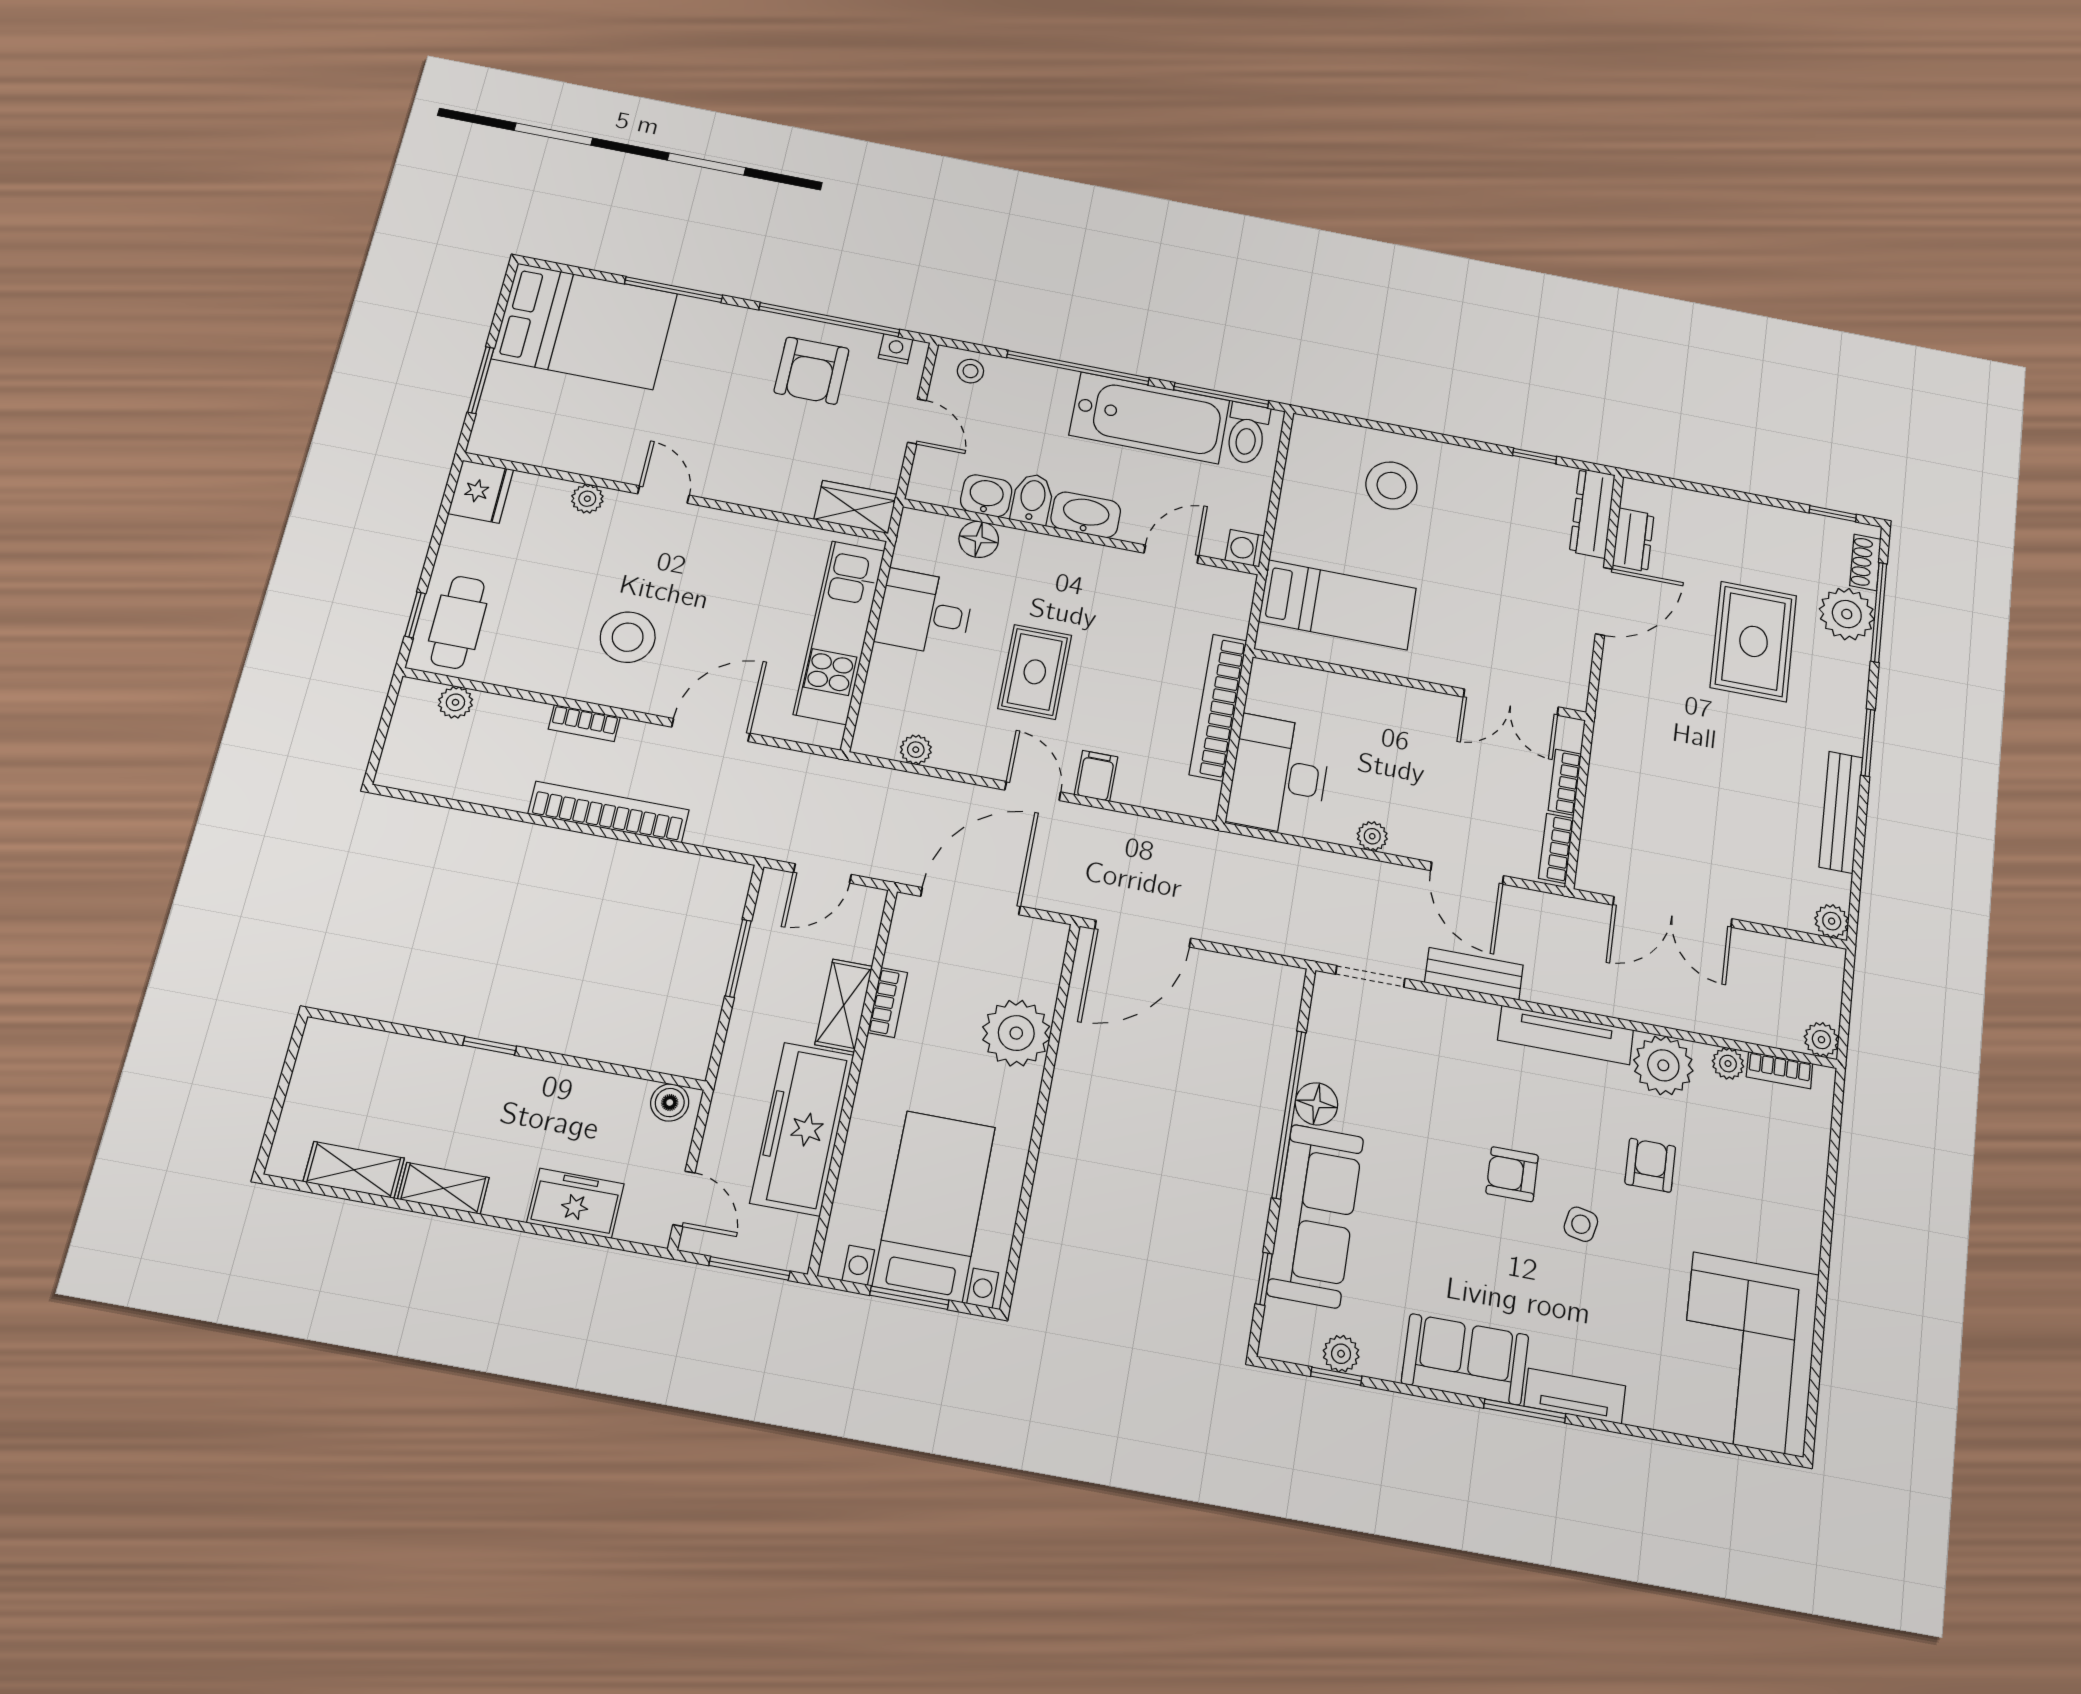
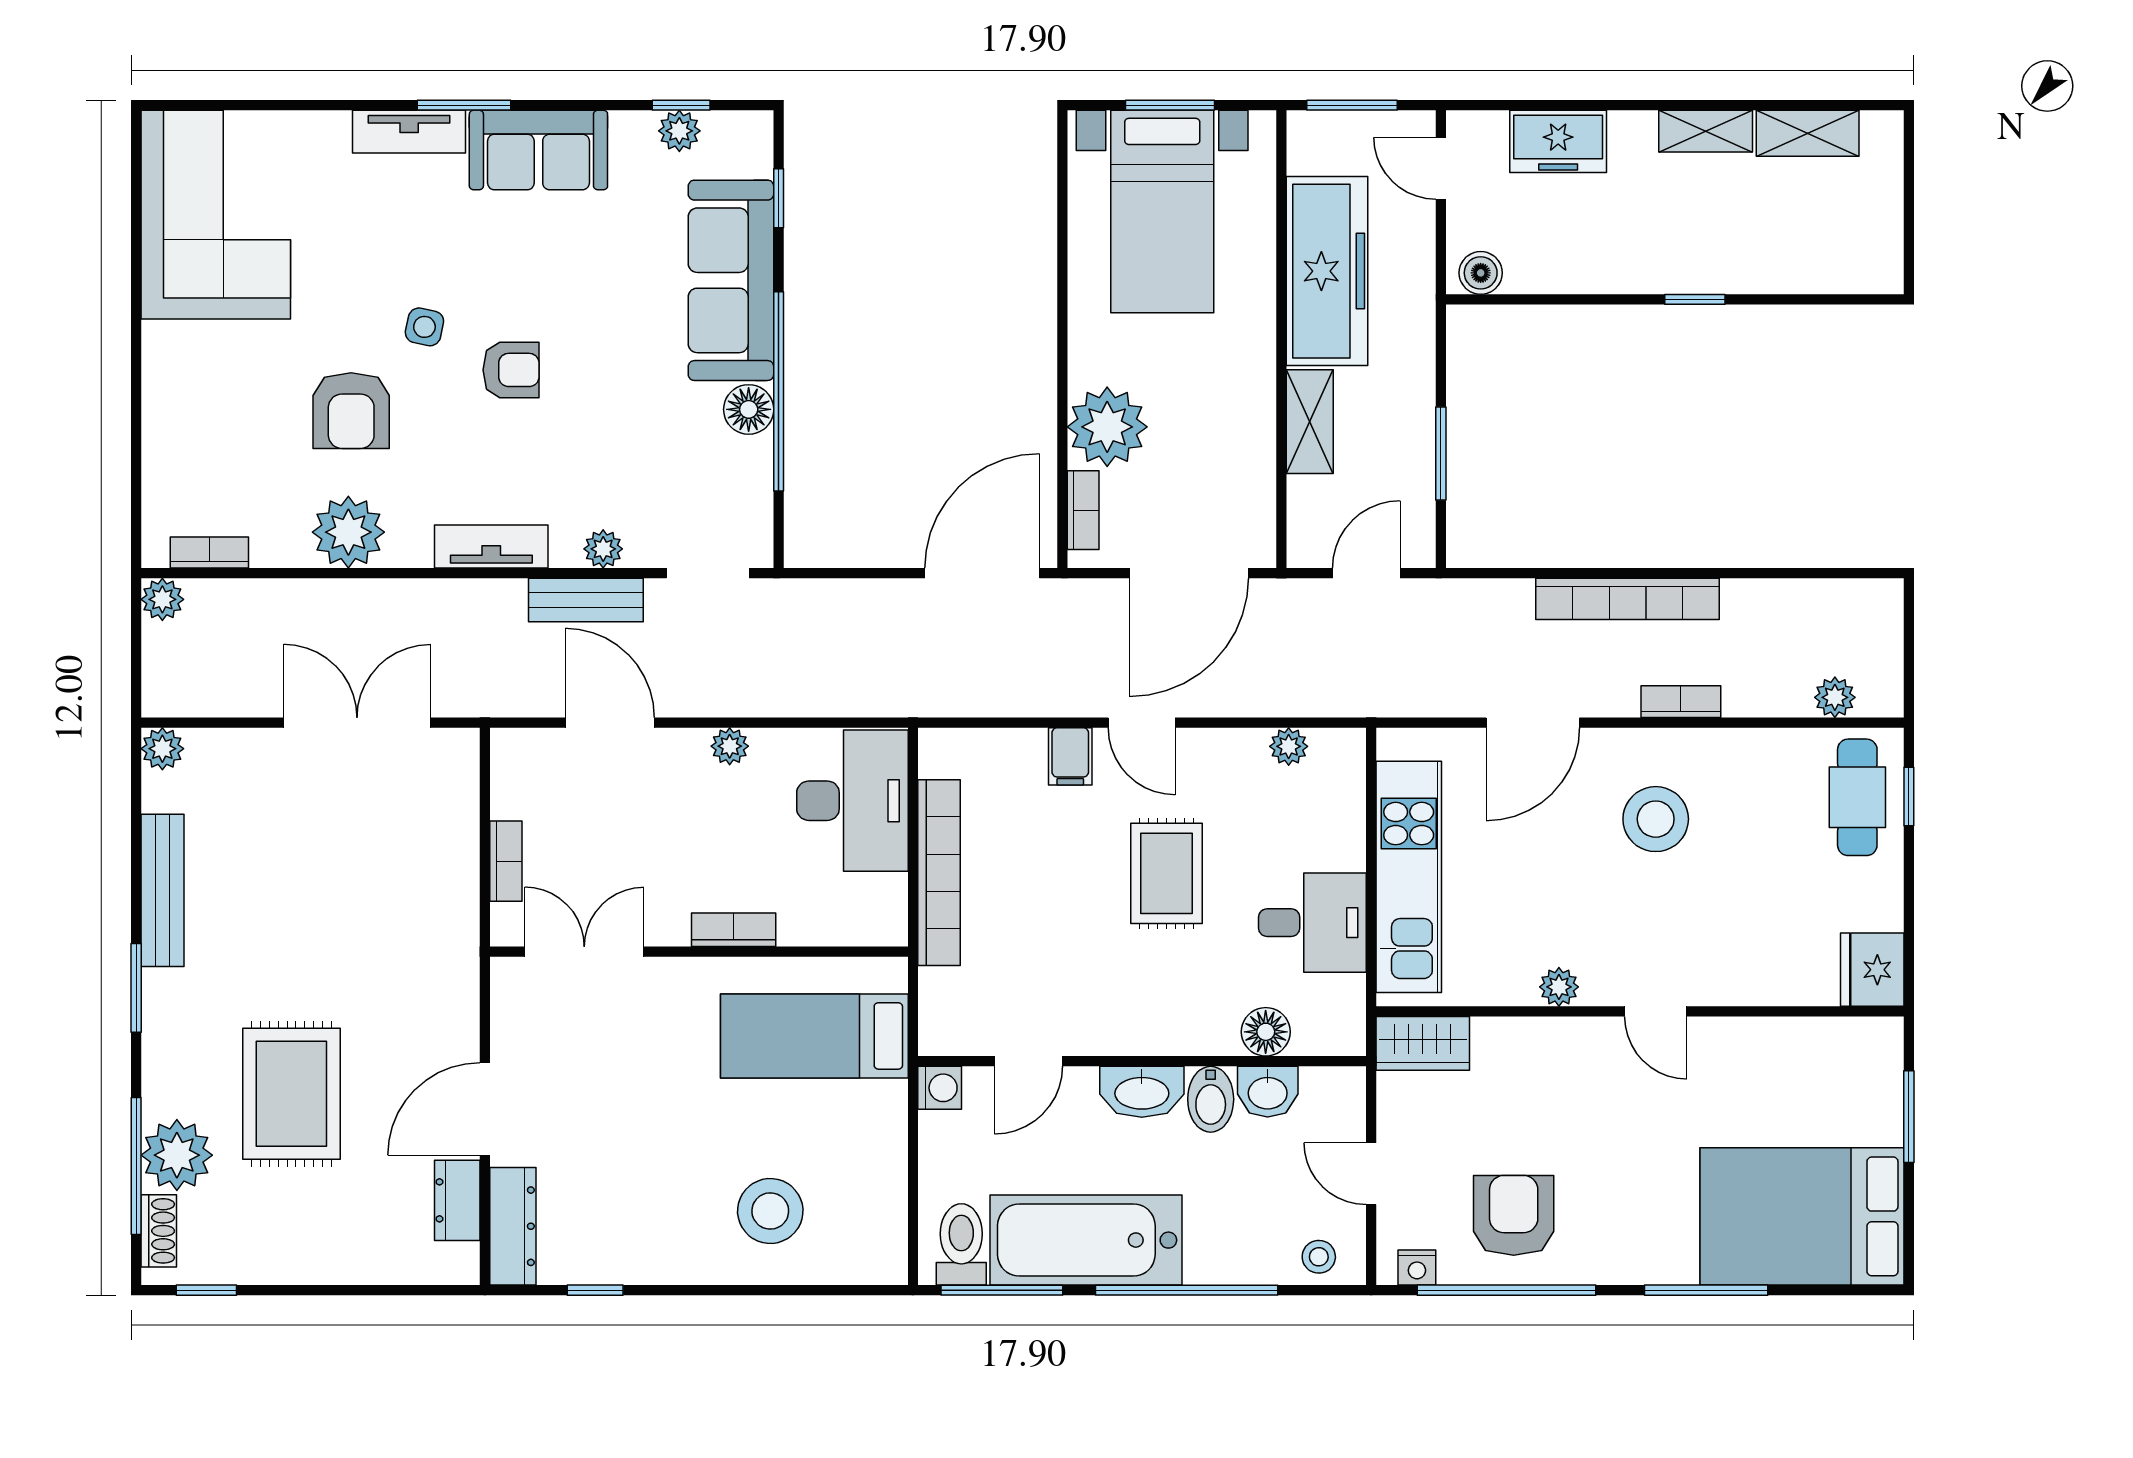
plant: (587, 499) -> (1559, 987), moved
bookcase: (1556, 848) -> (734, 930), moved, turned -90
bookcase: (888, 1003) -> (1083, 510), moved, turned 180
tv unit: (1566, 1035) -> (491, 547), width x0.71
plant: (1728, 1064) -> (603, 549), moved
armchair: (1650, 1165) -> (351, 411), width x1.38, depth x1.38

